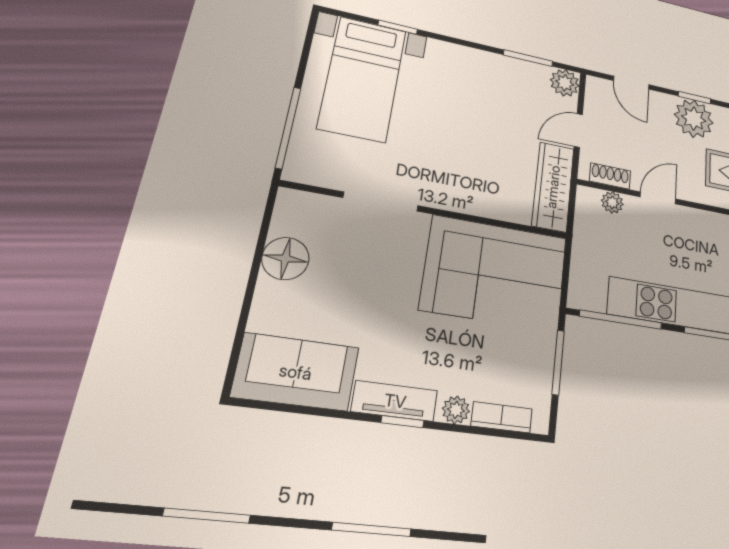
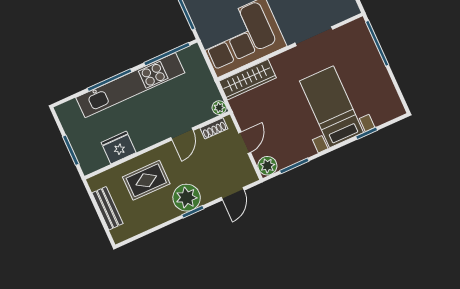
bed with nightstands: (363, 79) -> (332, 107), moved
door: (631, 83) -> (233, 194), swing flipped
wardrobe: (553, 187) -> (248, 80), moved, turned 90
plant: (612, 202) -> (219, 108), moved

